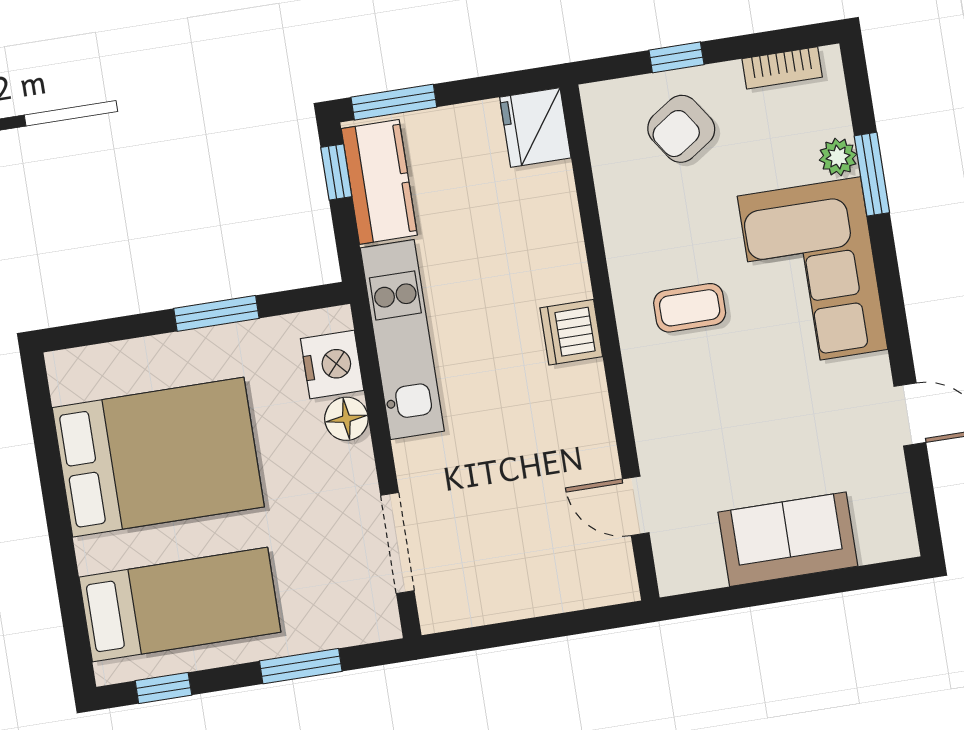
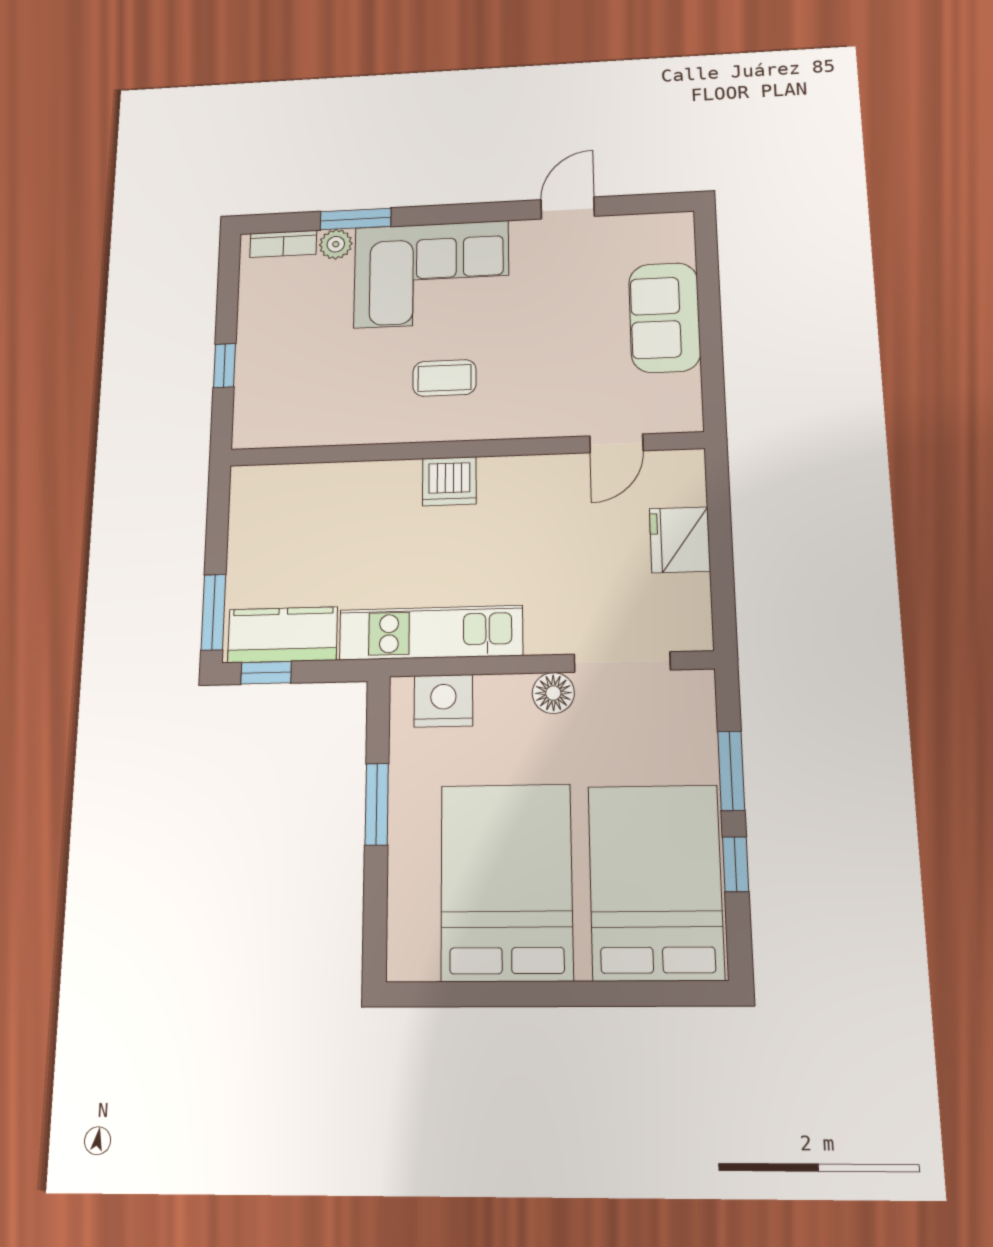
bookcase: (782, 68) -> (283, 244), moved, turned 90
fridge: (535, 127) -> (680, 540), moved, turned 90
armchair: (681, 129) -> (287, 368), removed
coffee table: (690, 308) -> (444, 378), turned 90
floor lamp: (346, 419) -> (553, 693), moved
bed: (180, 605) -> (655, 882), width x1.50
window: (163, 688) -> (736, 864), moved

